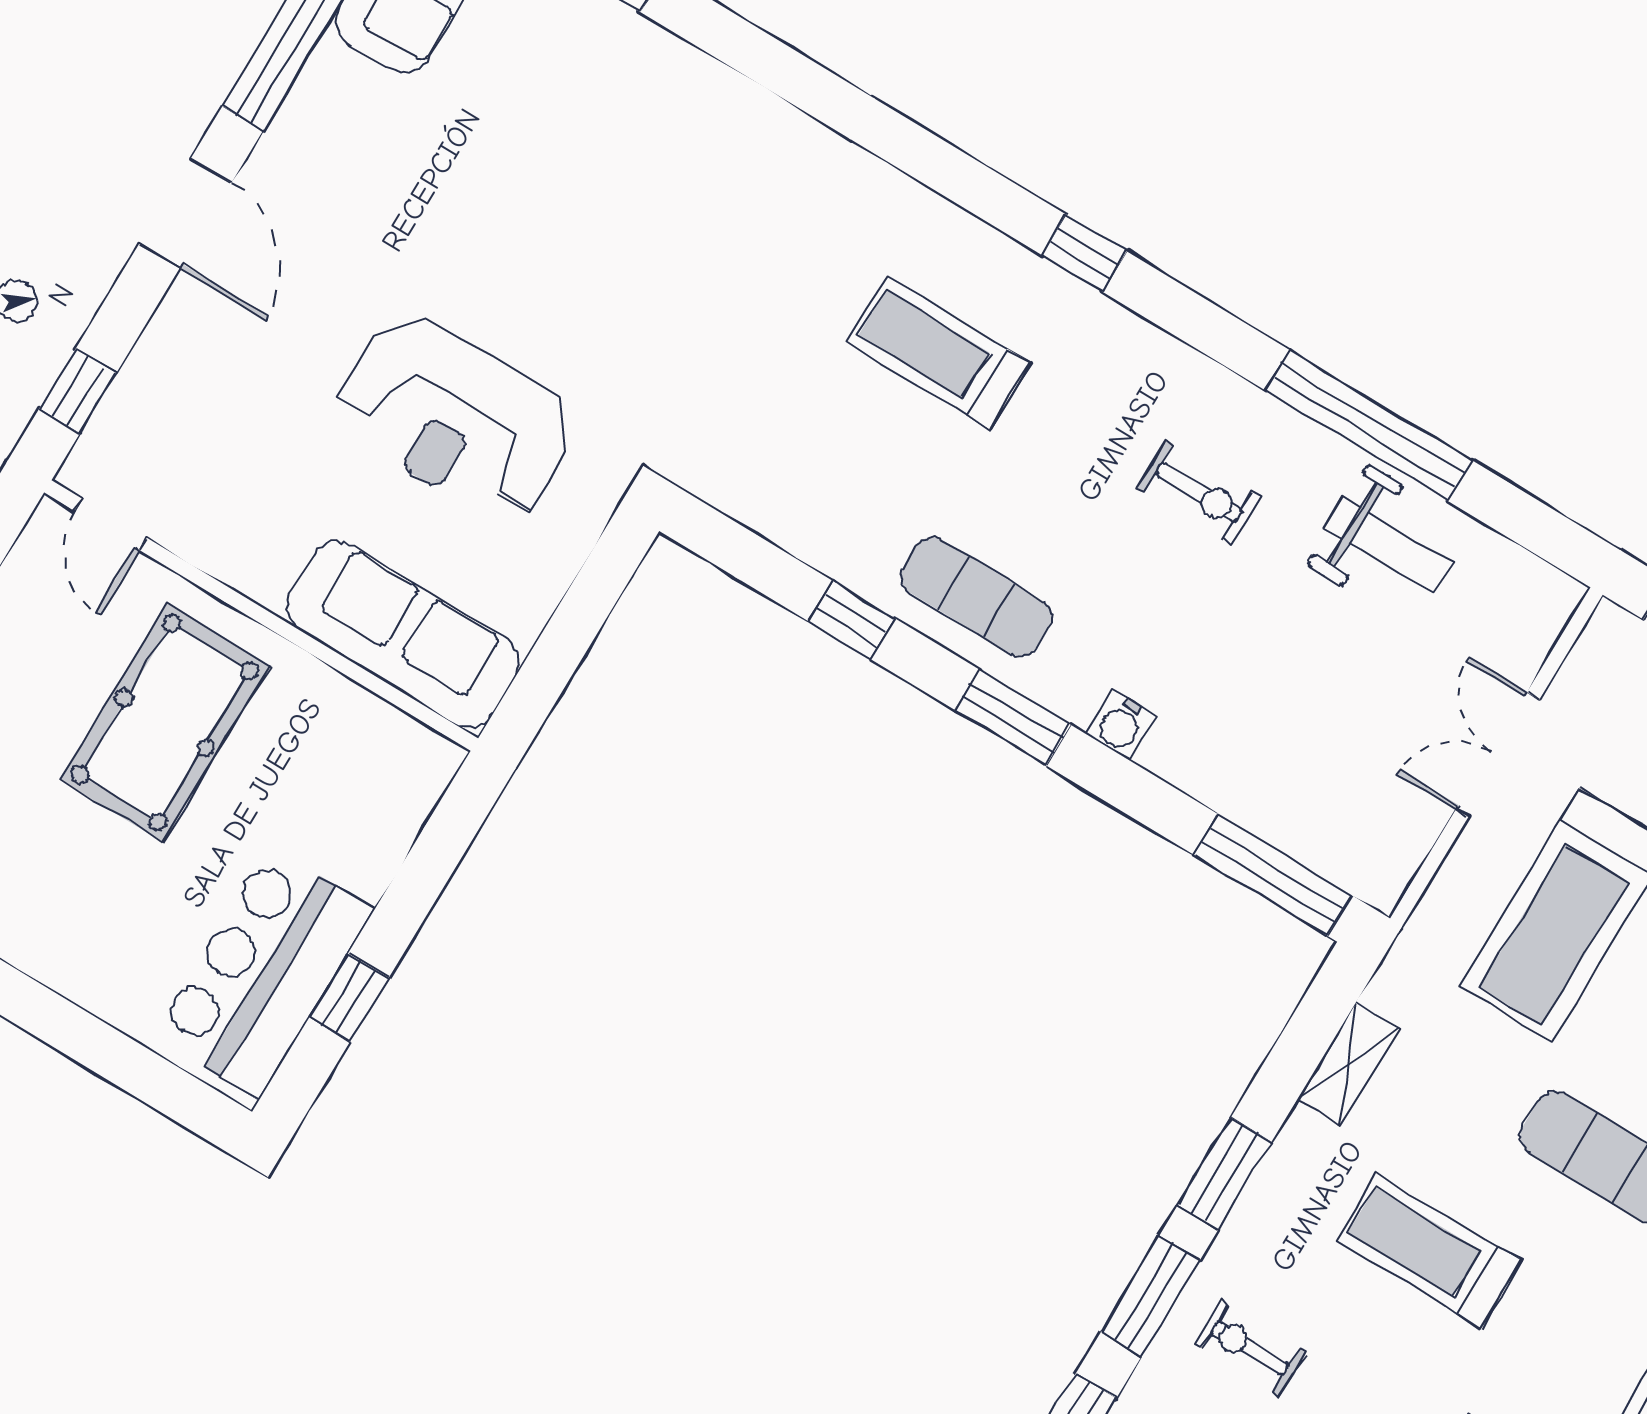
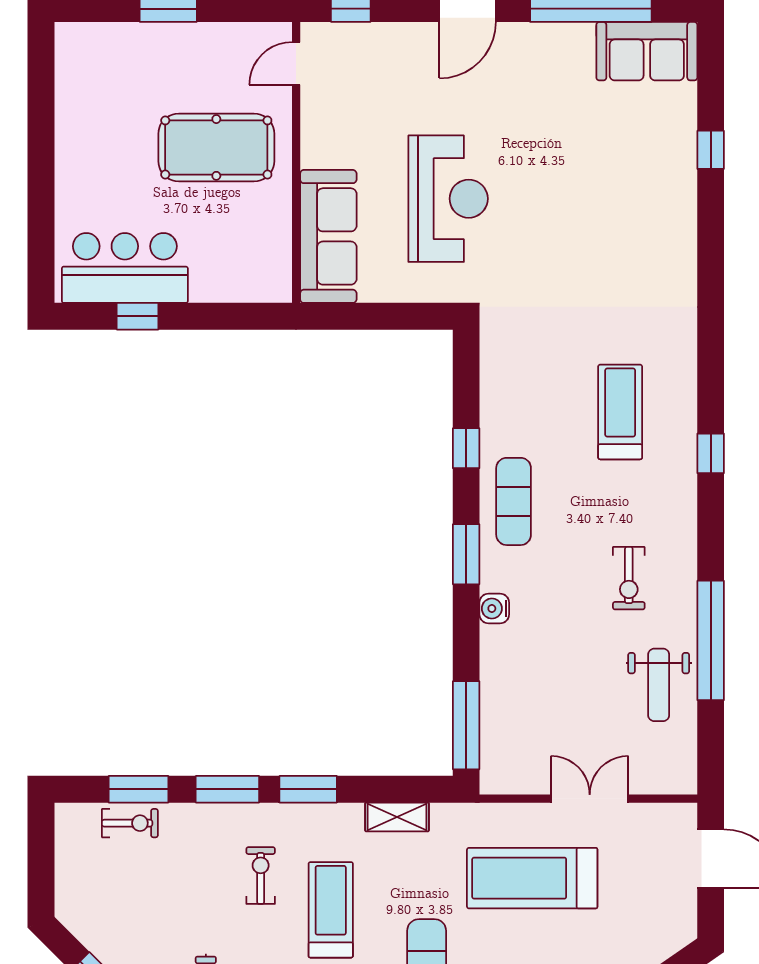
reception desk: (456, 418) -> (448, 199), turned 180
exercise bike: (1250, 1349) -> (261, 876), moved

